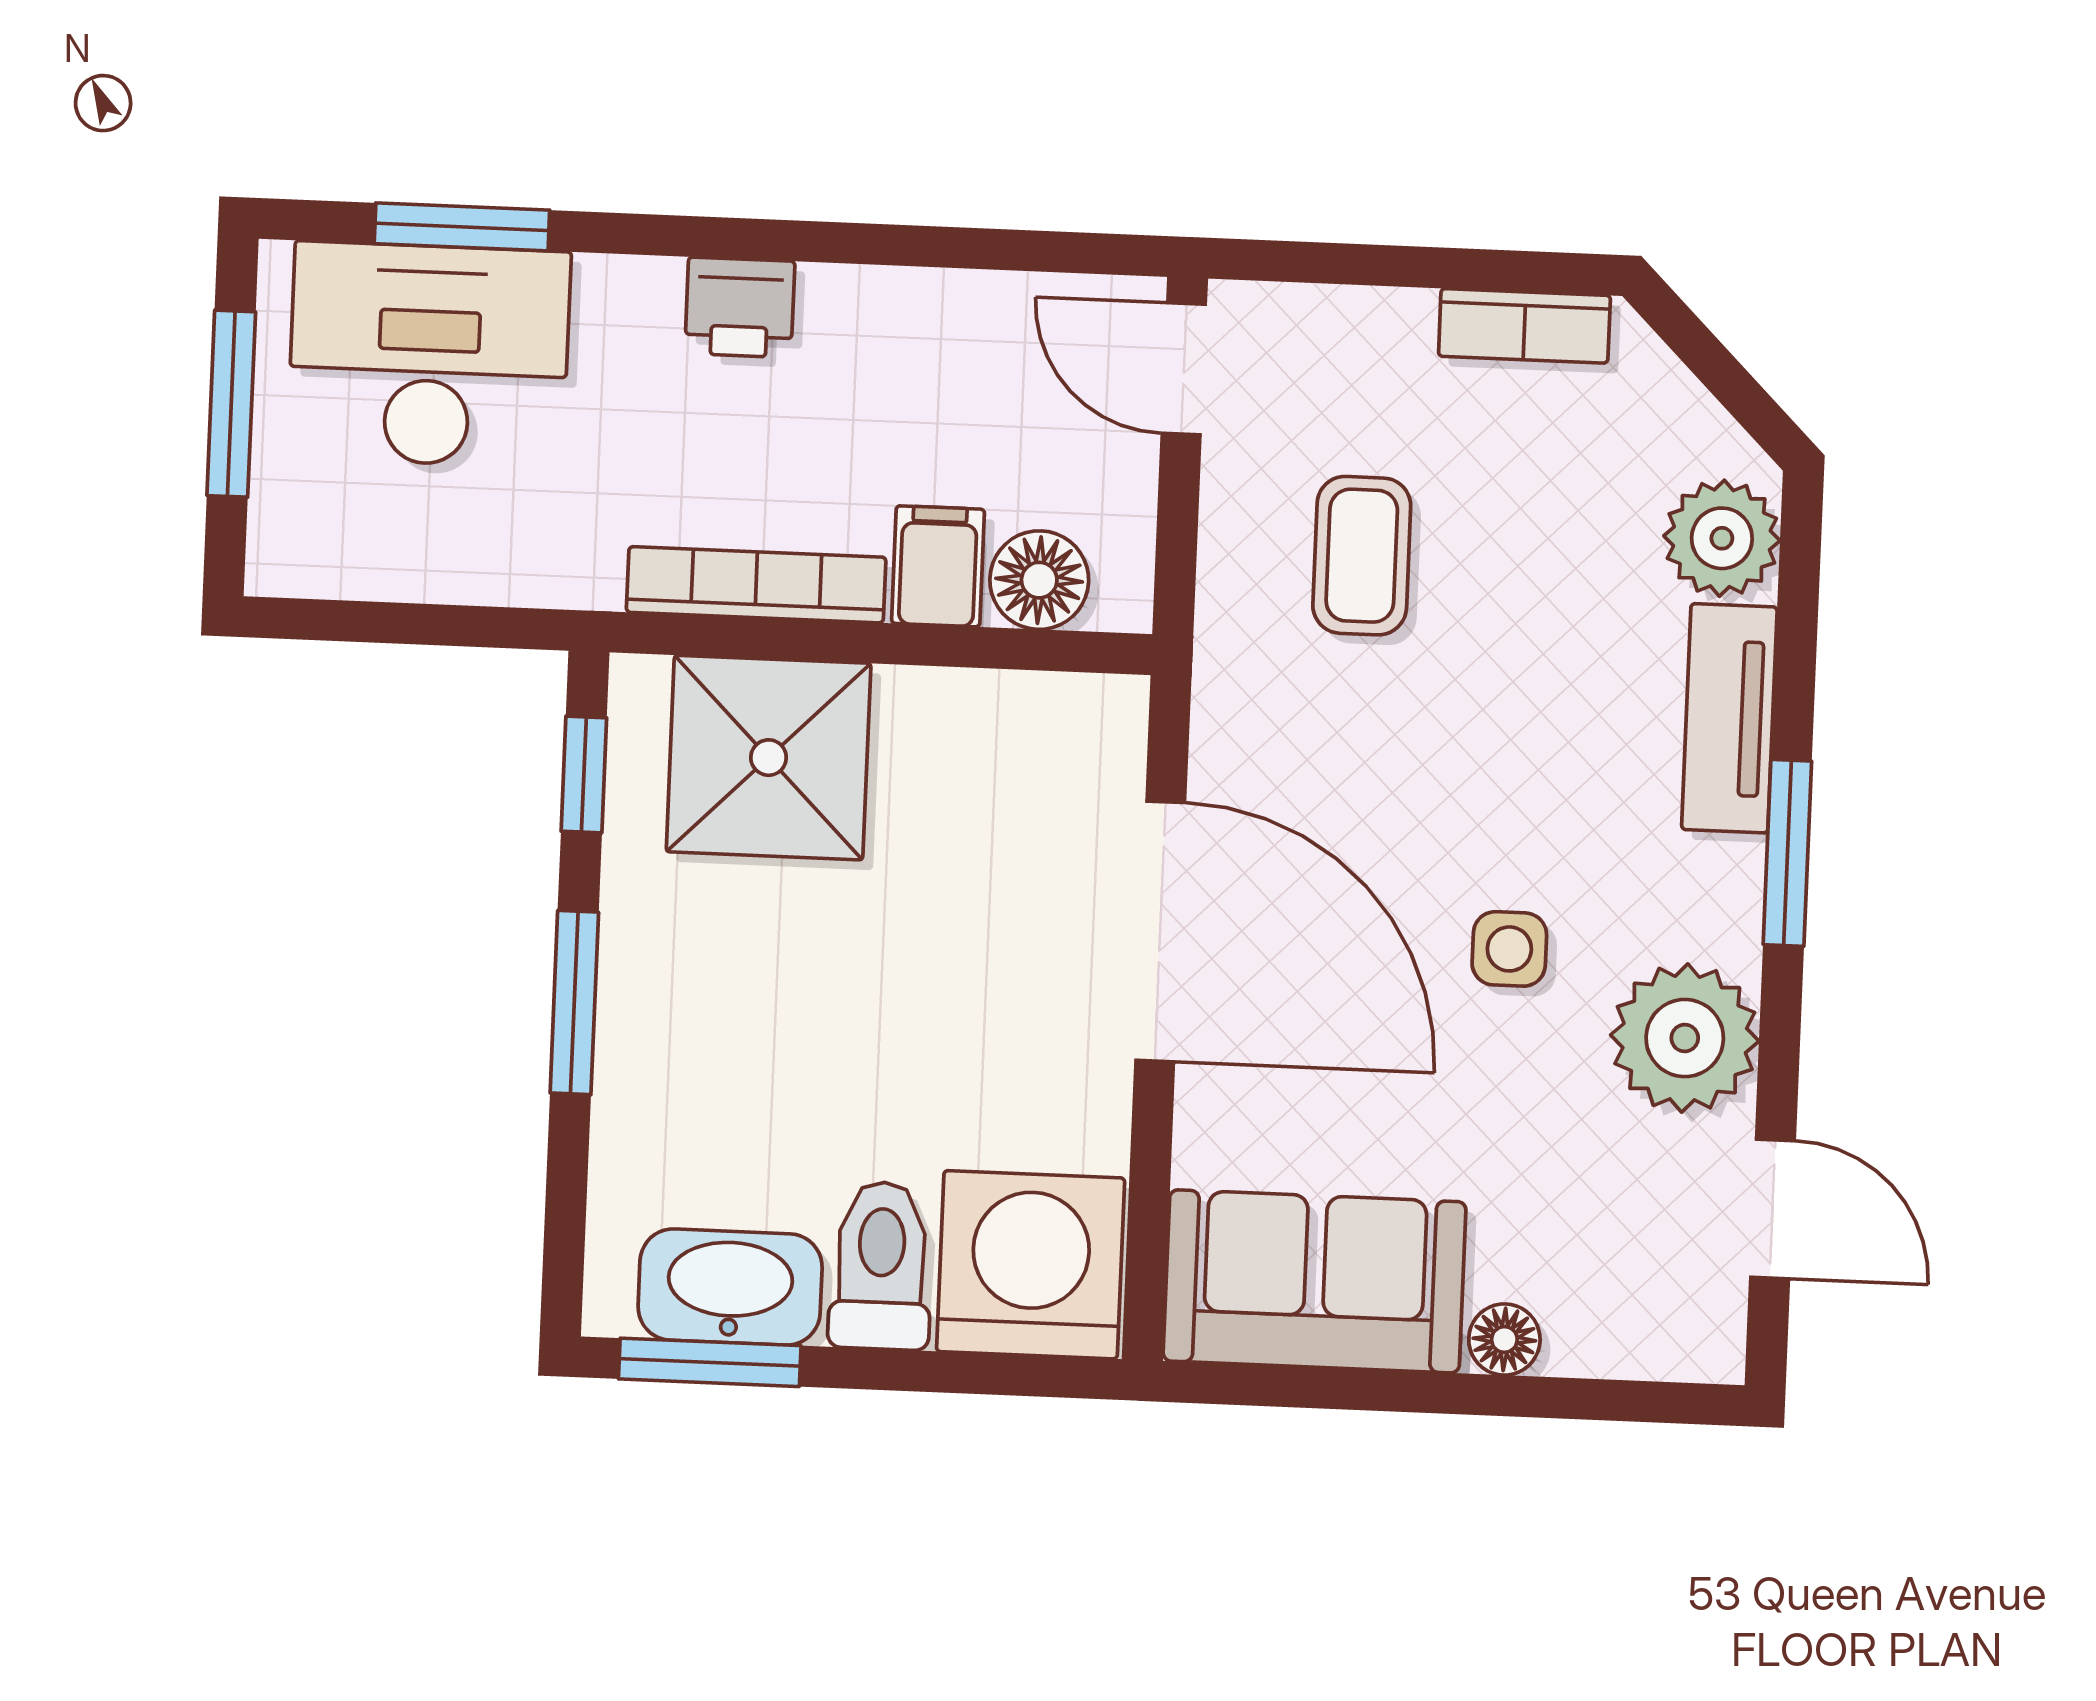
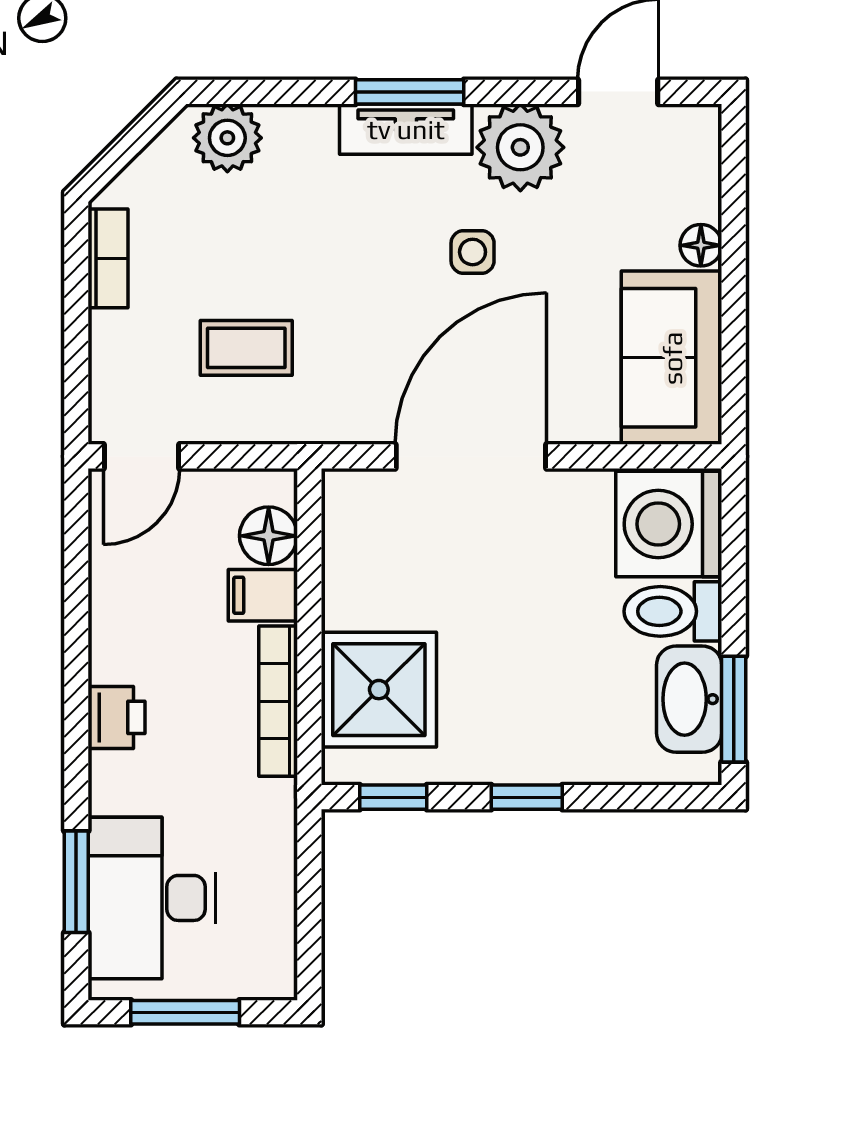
tv unit: (1729, 718) -> (406, 129), moved
window: (574, 1003) -> (527, 797), width x0.67

